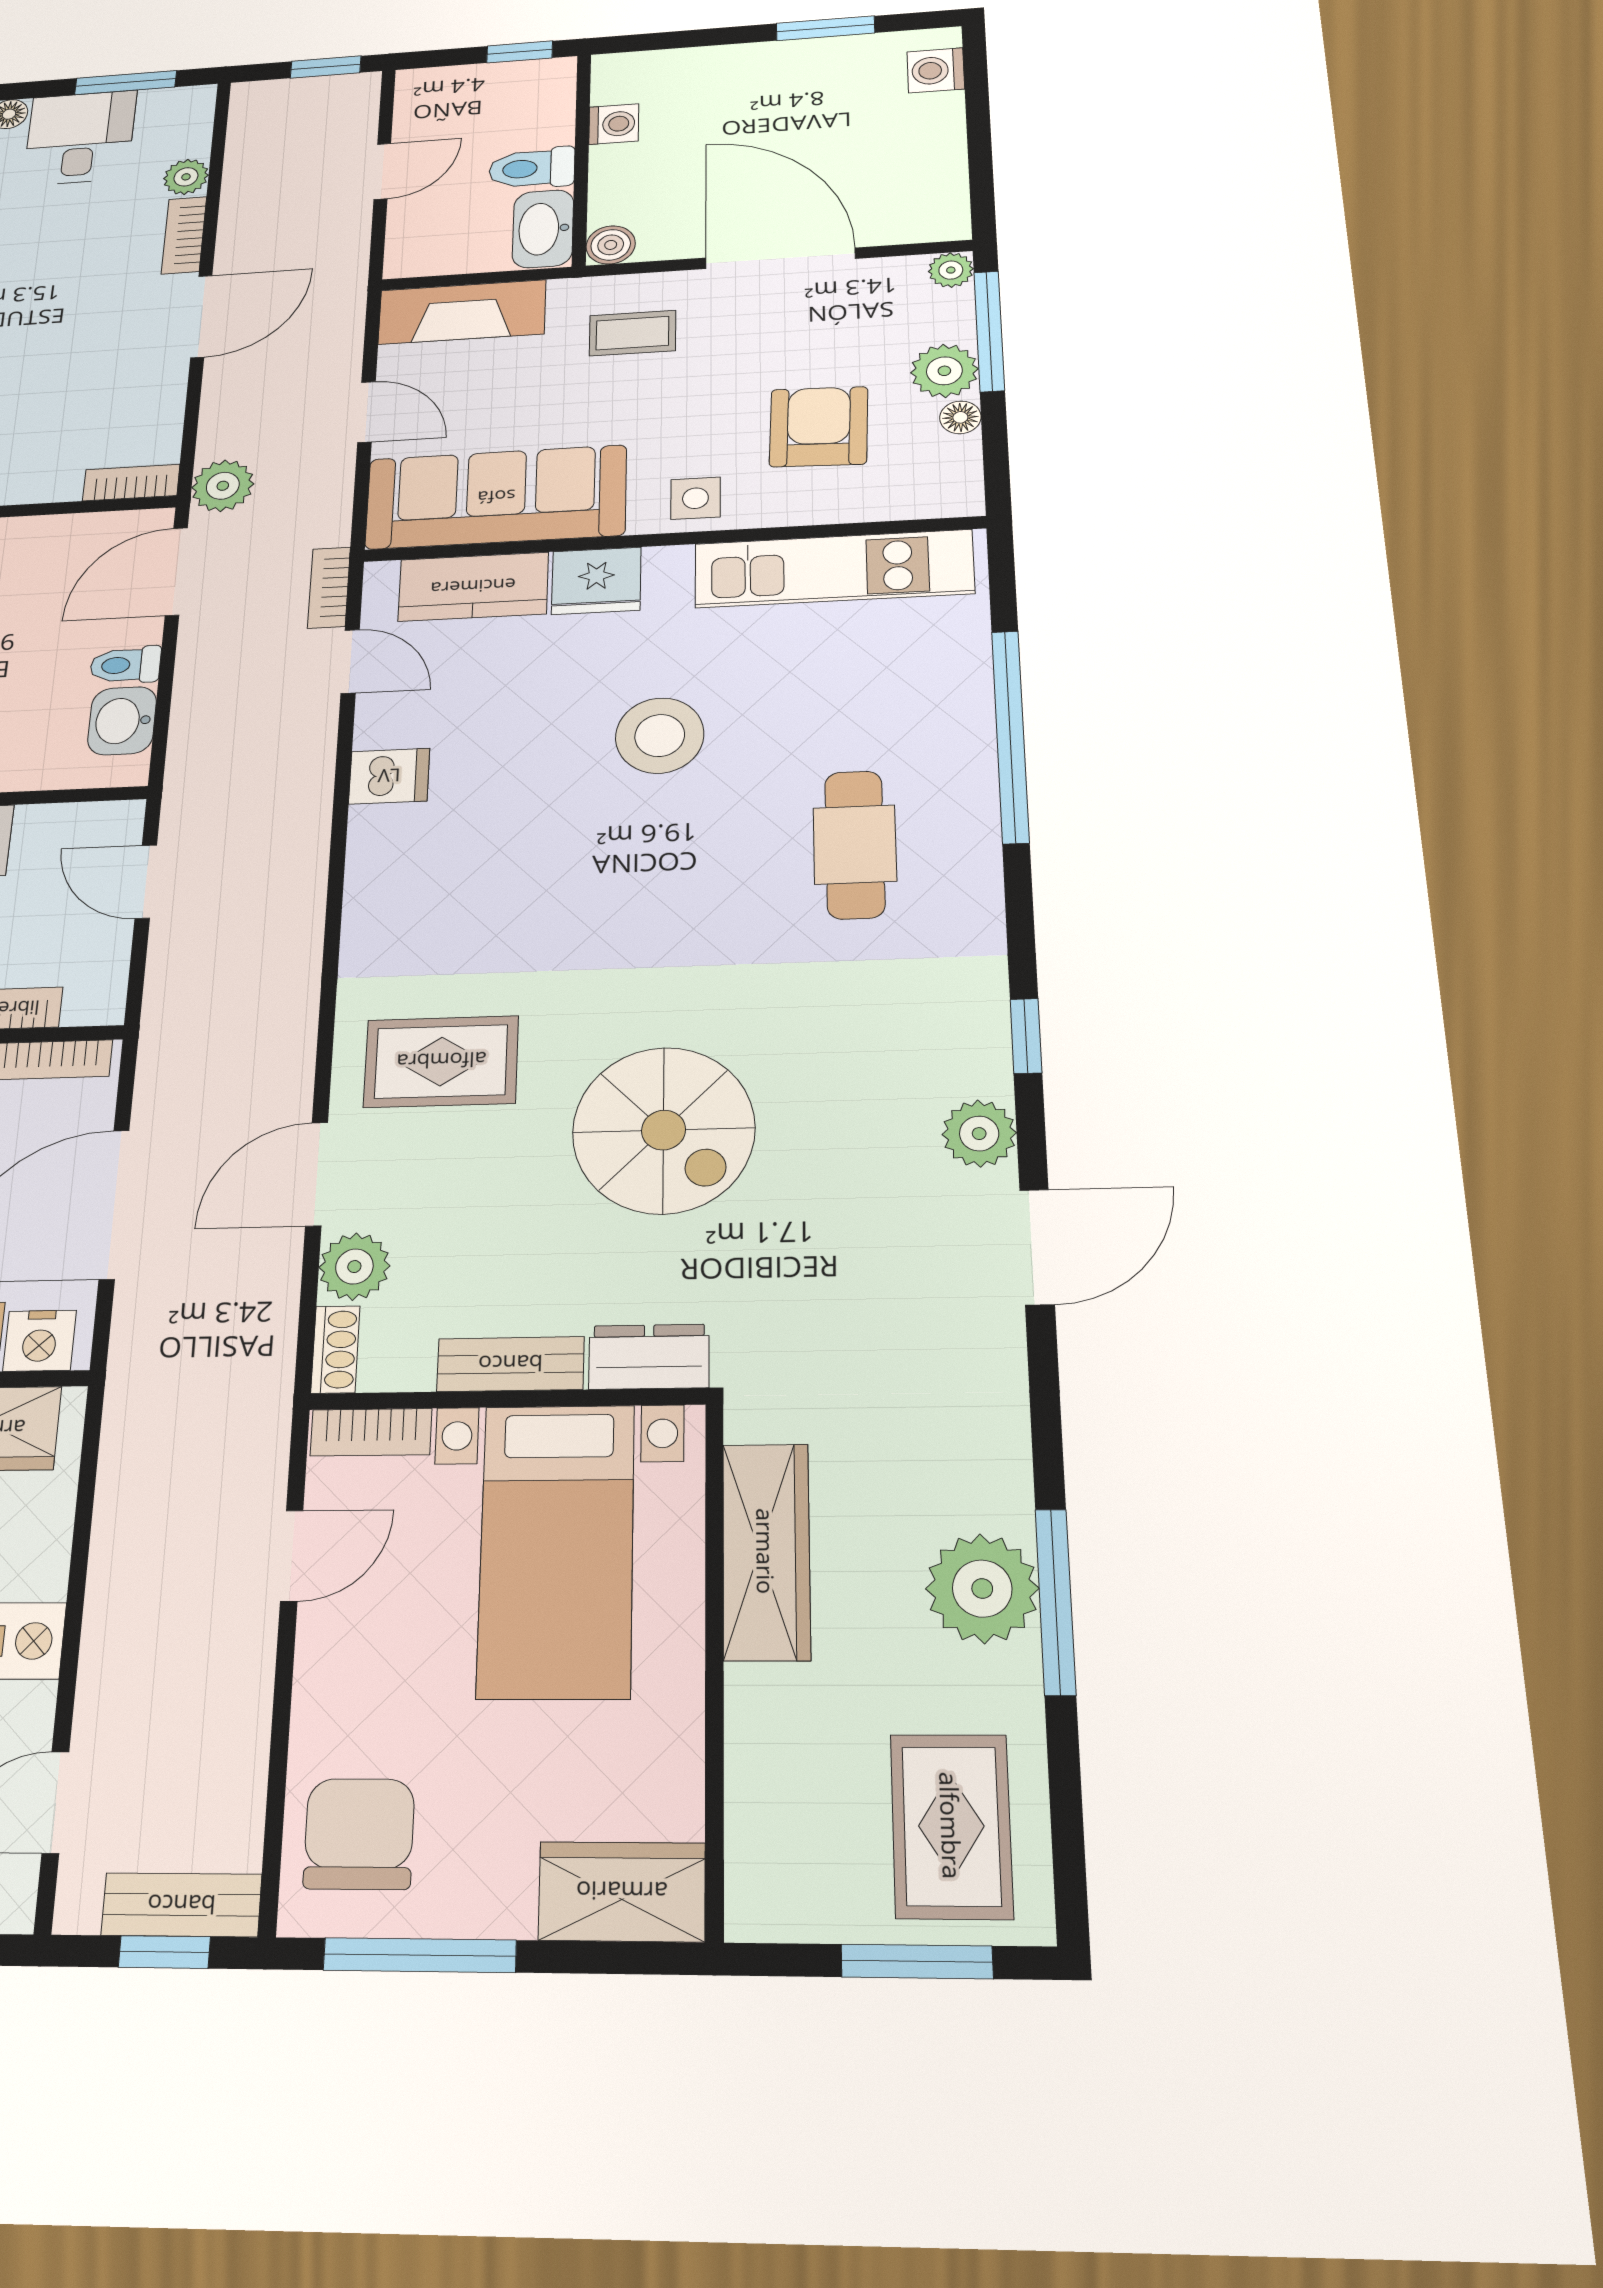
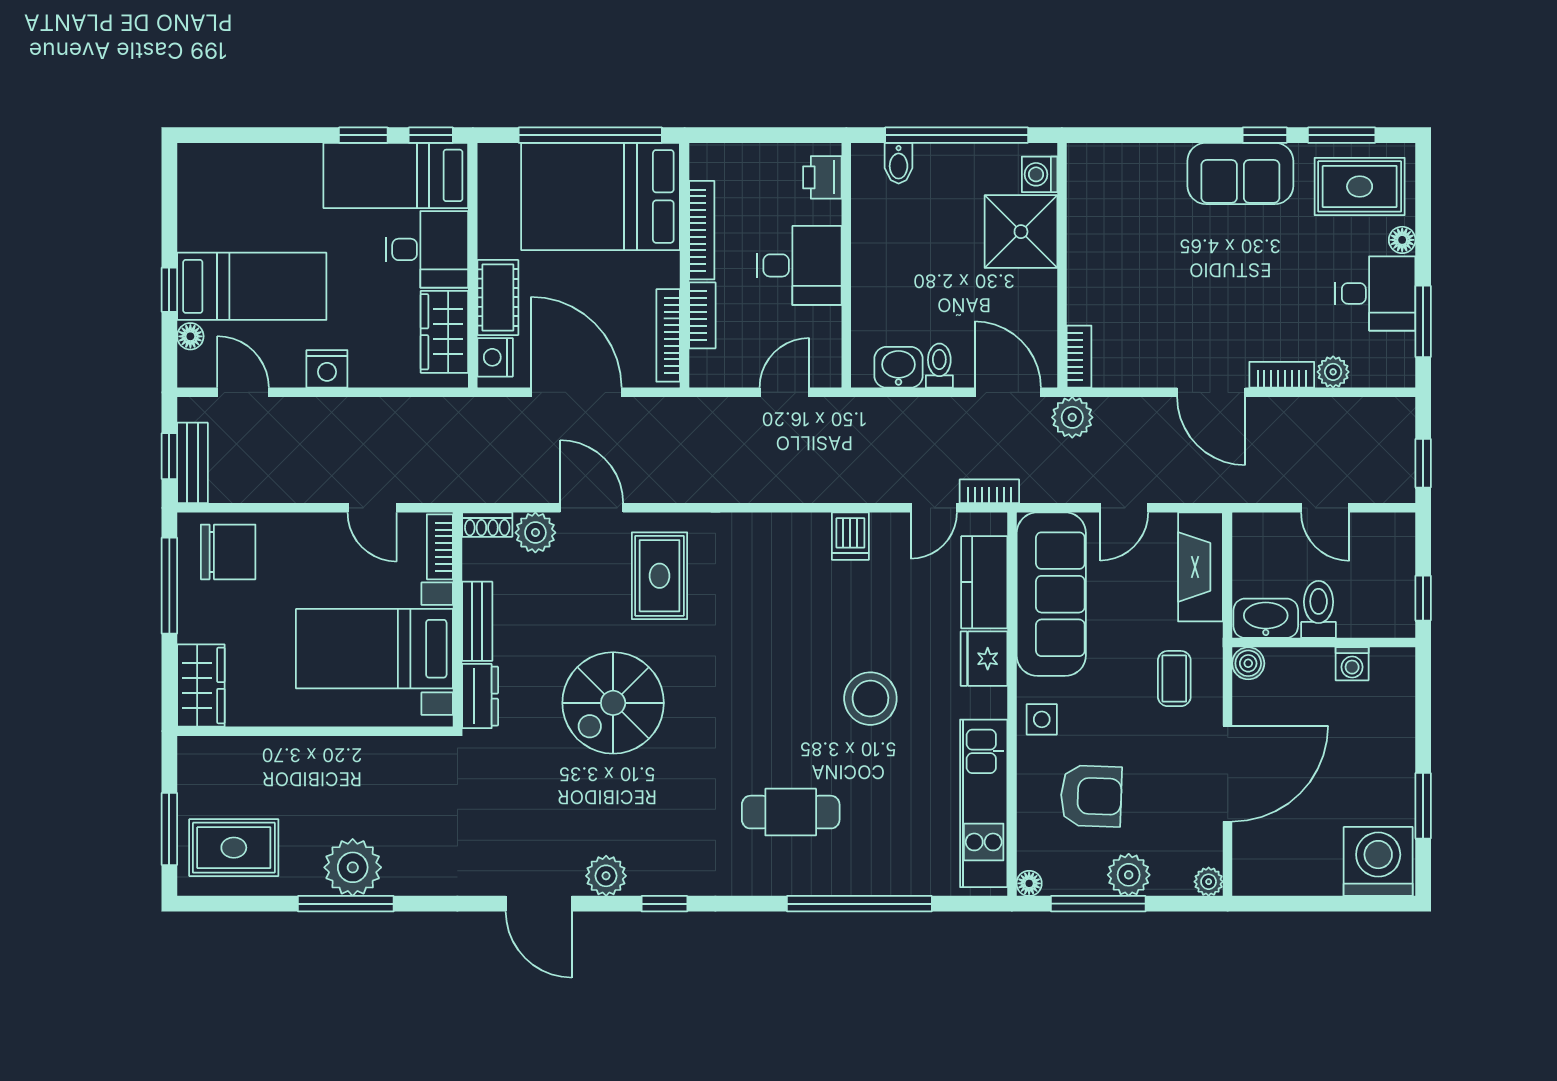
washing machine: (936, 70) -> (1378, 861), width x1.89, depth x1.89
window: (989, 331) -> (1098, 904), moved
floor lamp: (960, 417) -> (1029, 883), moved
wardrobe: (766, 1551) -> (373, 758), removed

